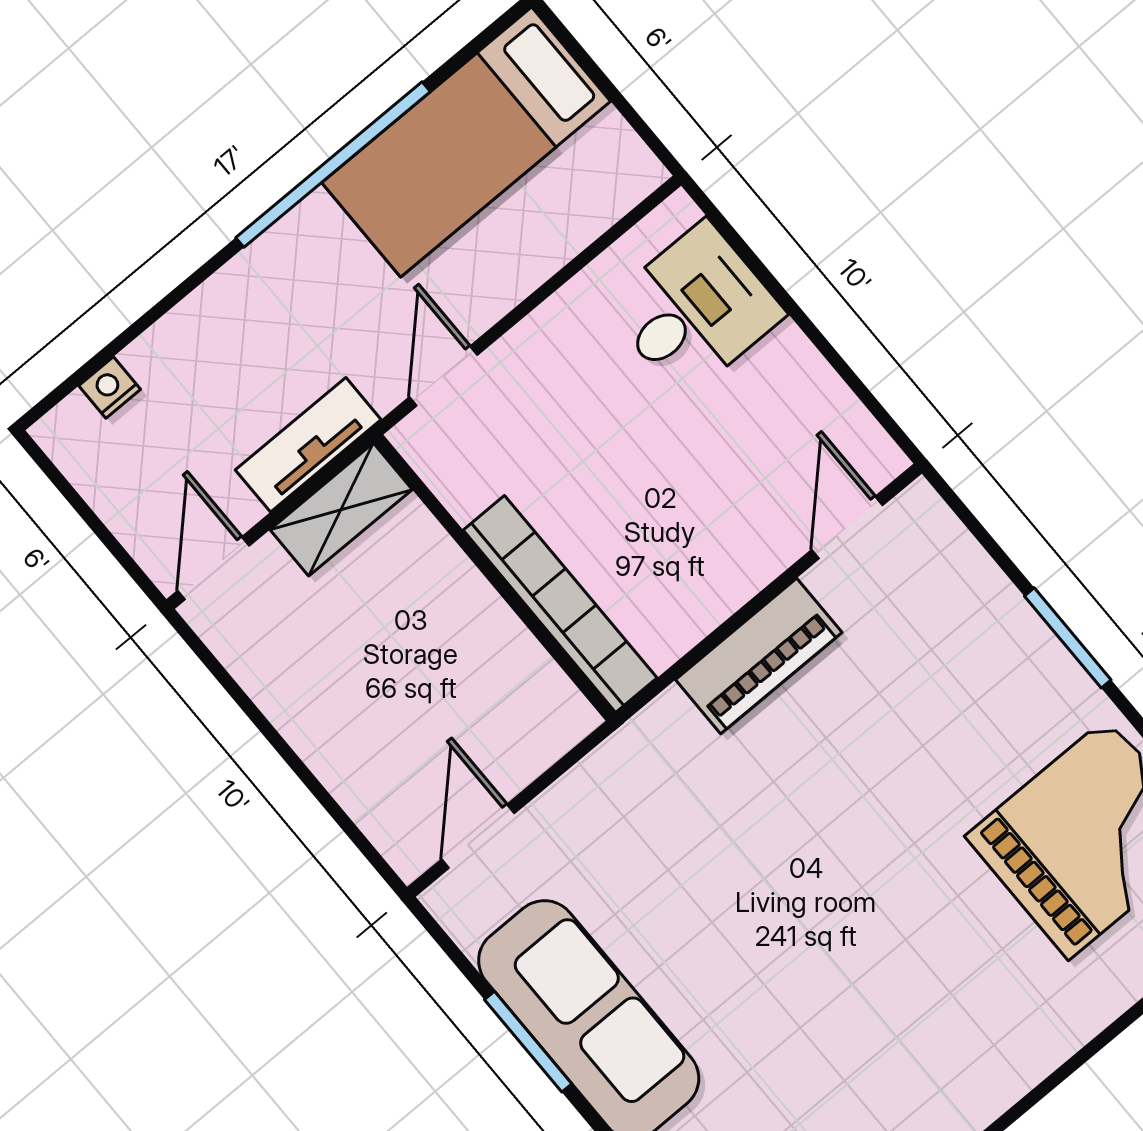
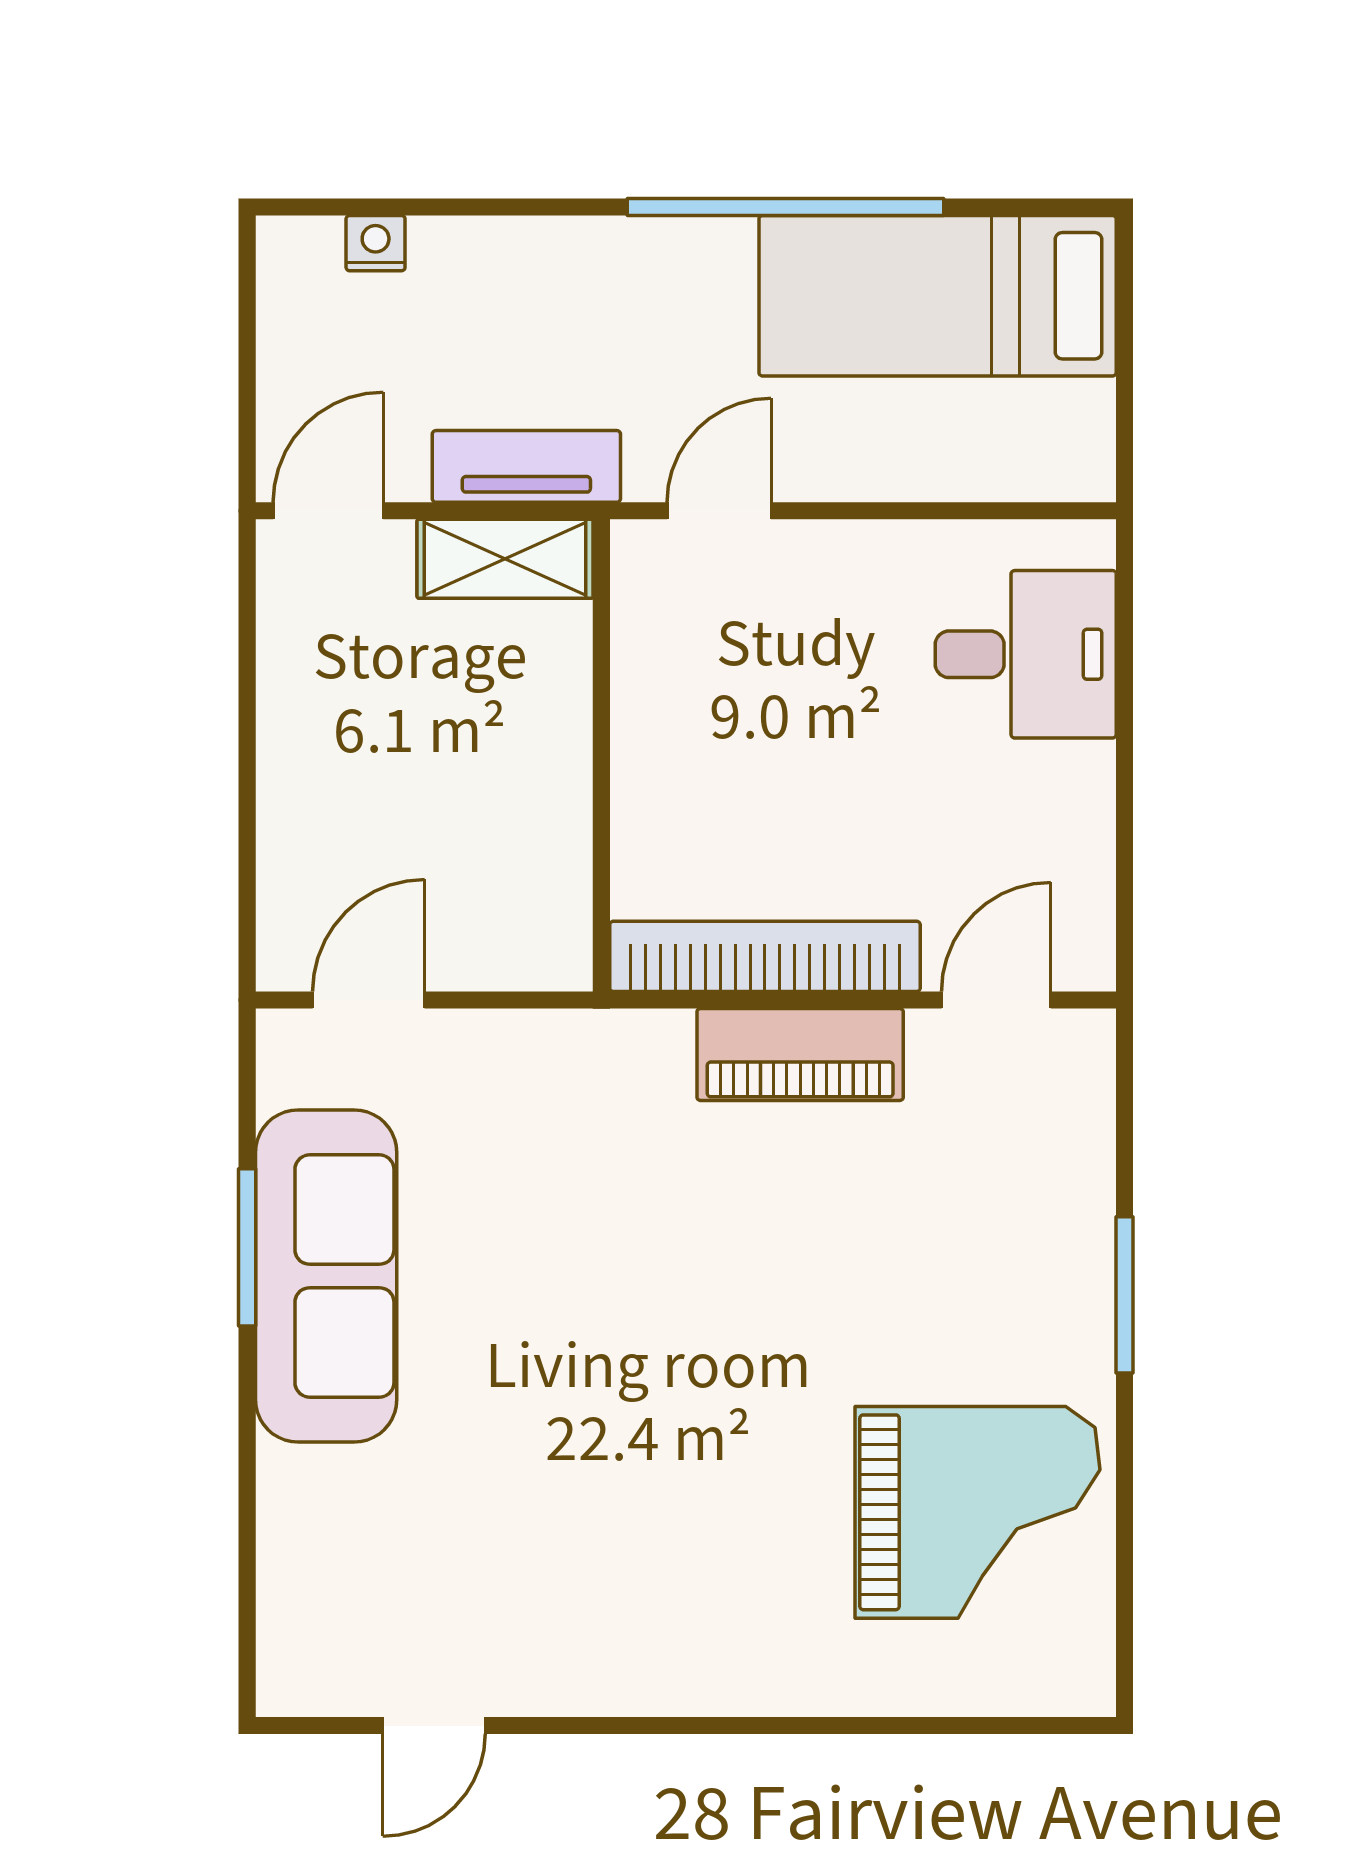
bookcase: (560, 604) -> (765, 956), moved, turned -90

